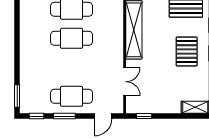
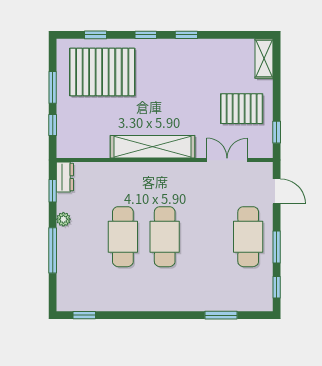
pallet: (187, 52) -> (242, 109), moved
window: (17, 96) -> (221, 315), moved

